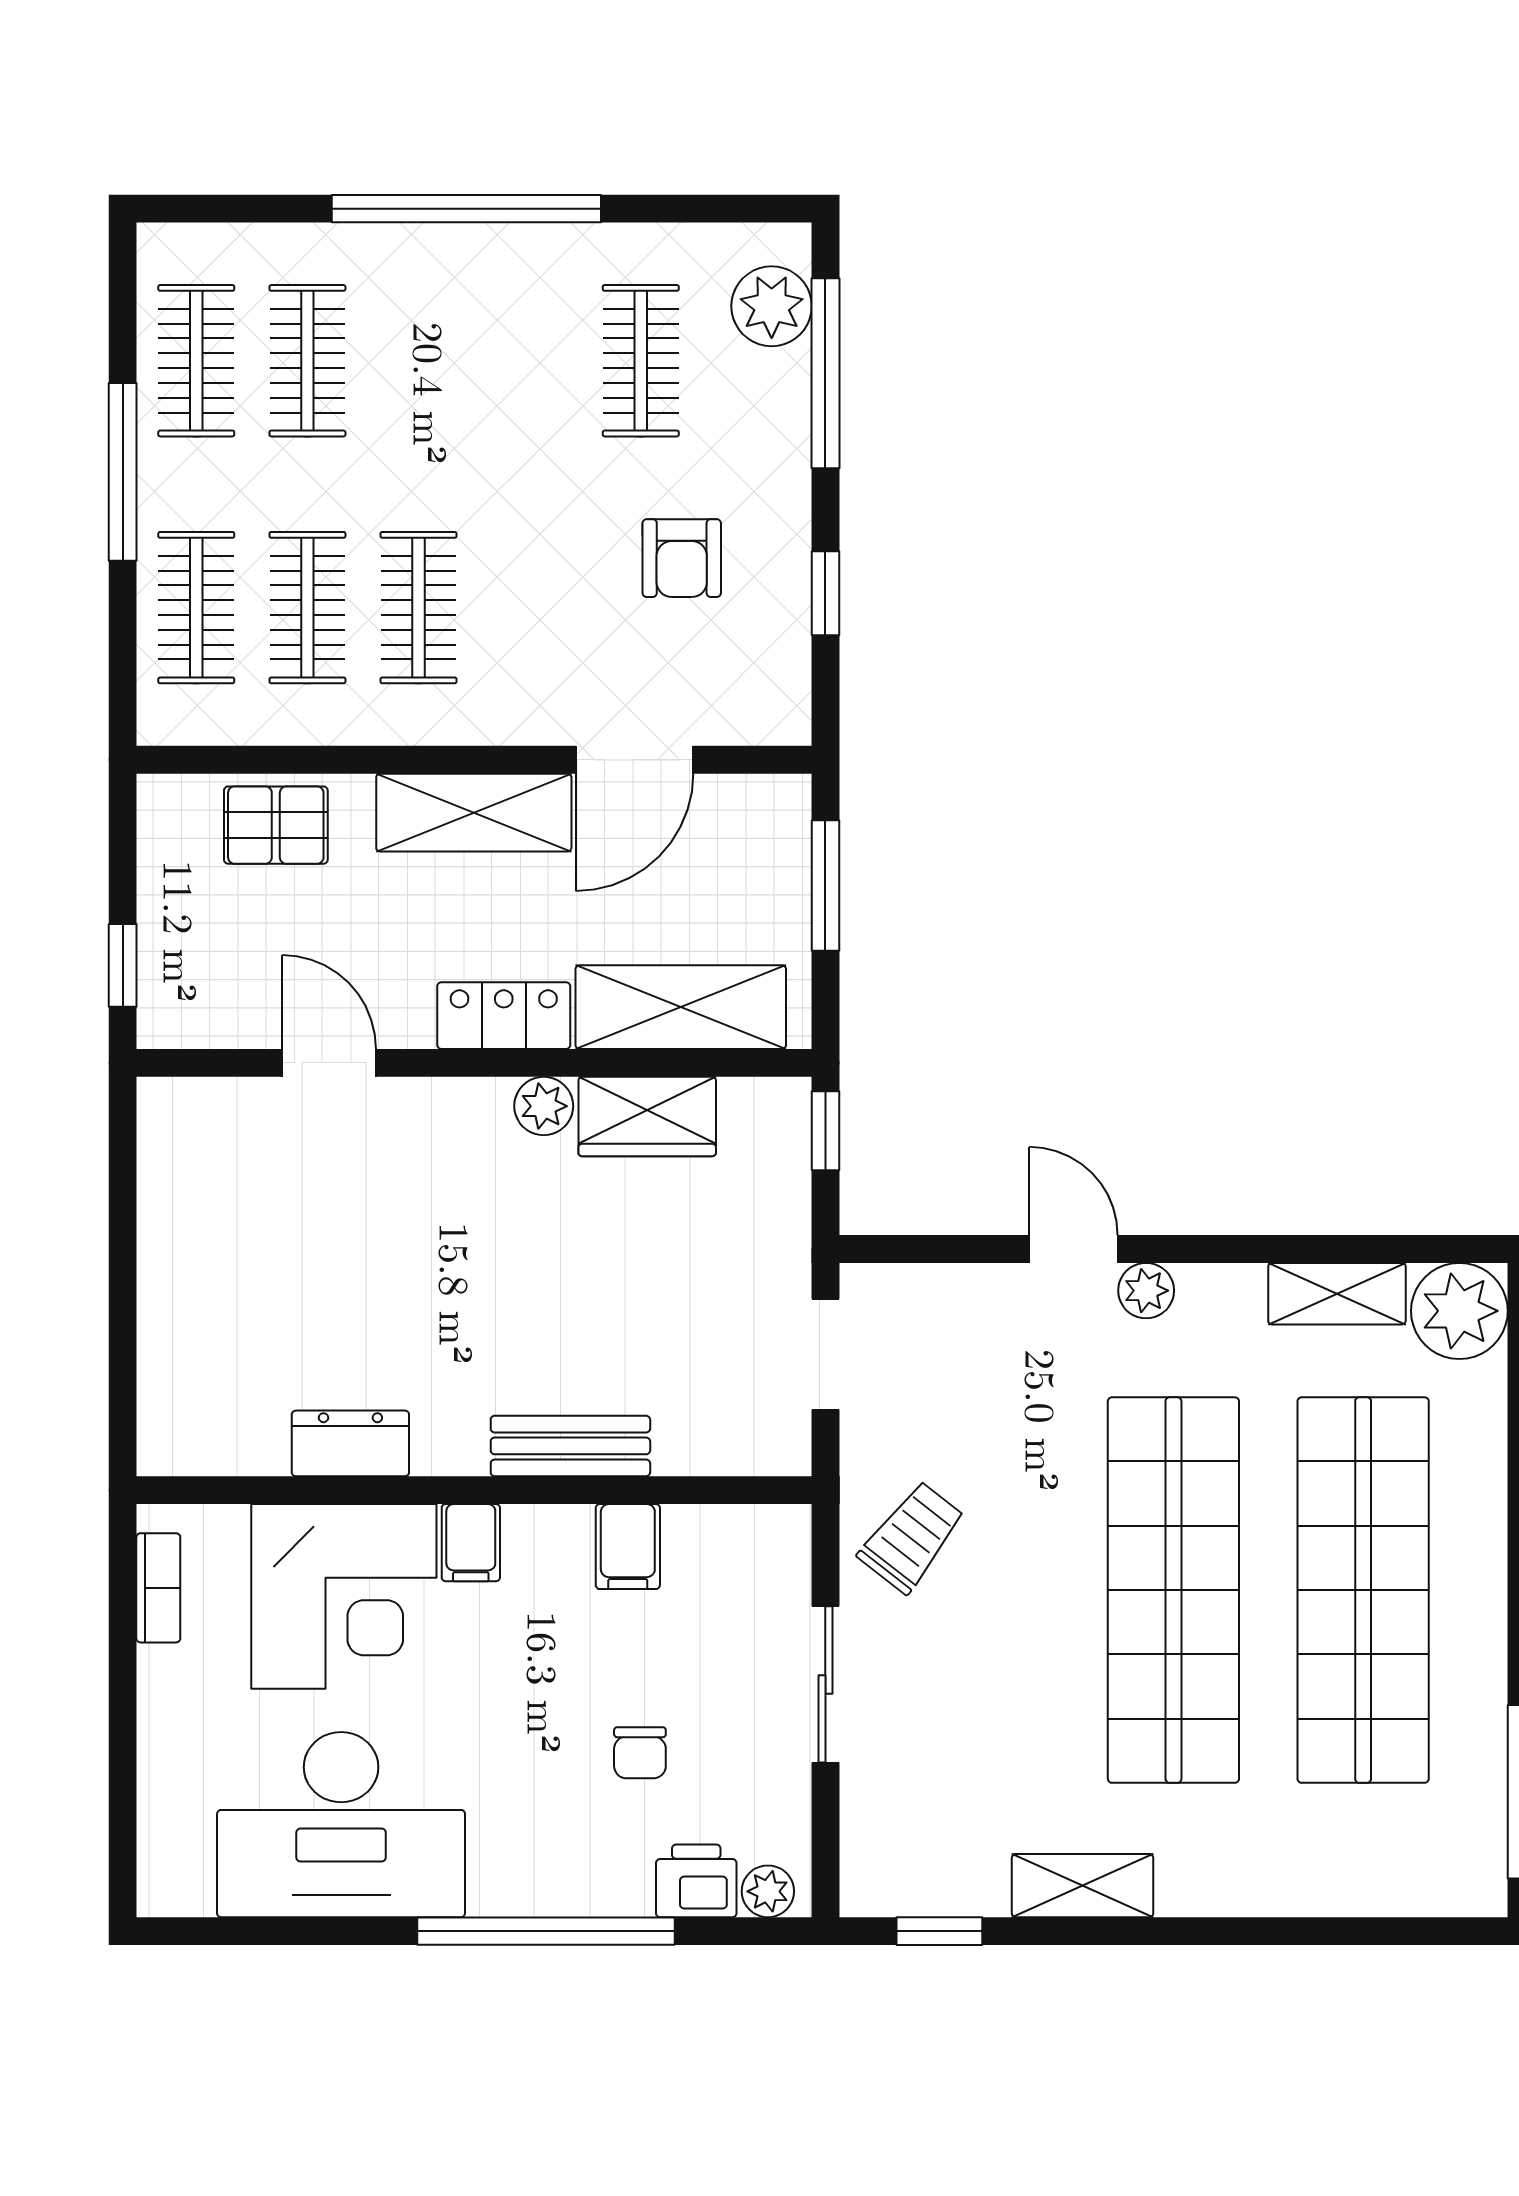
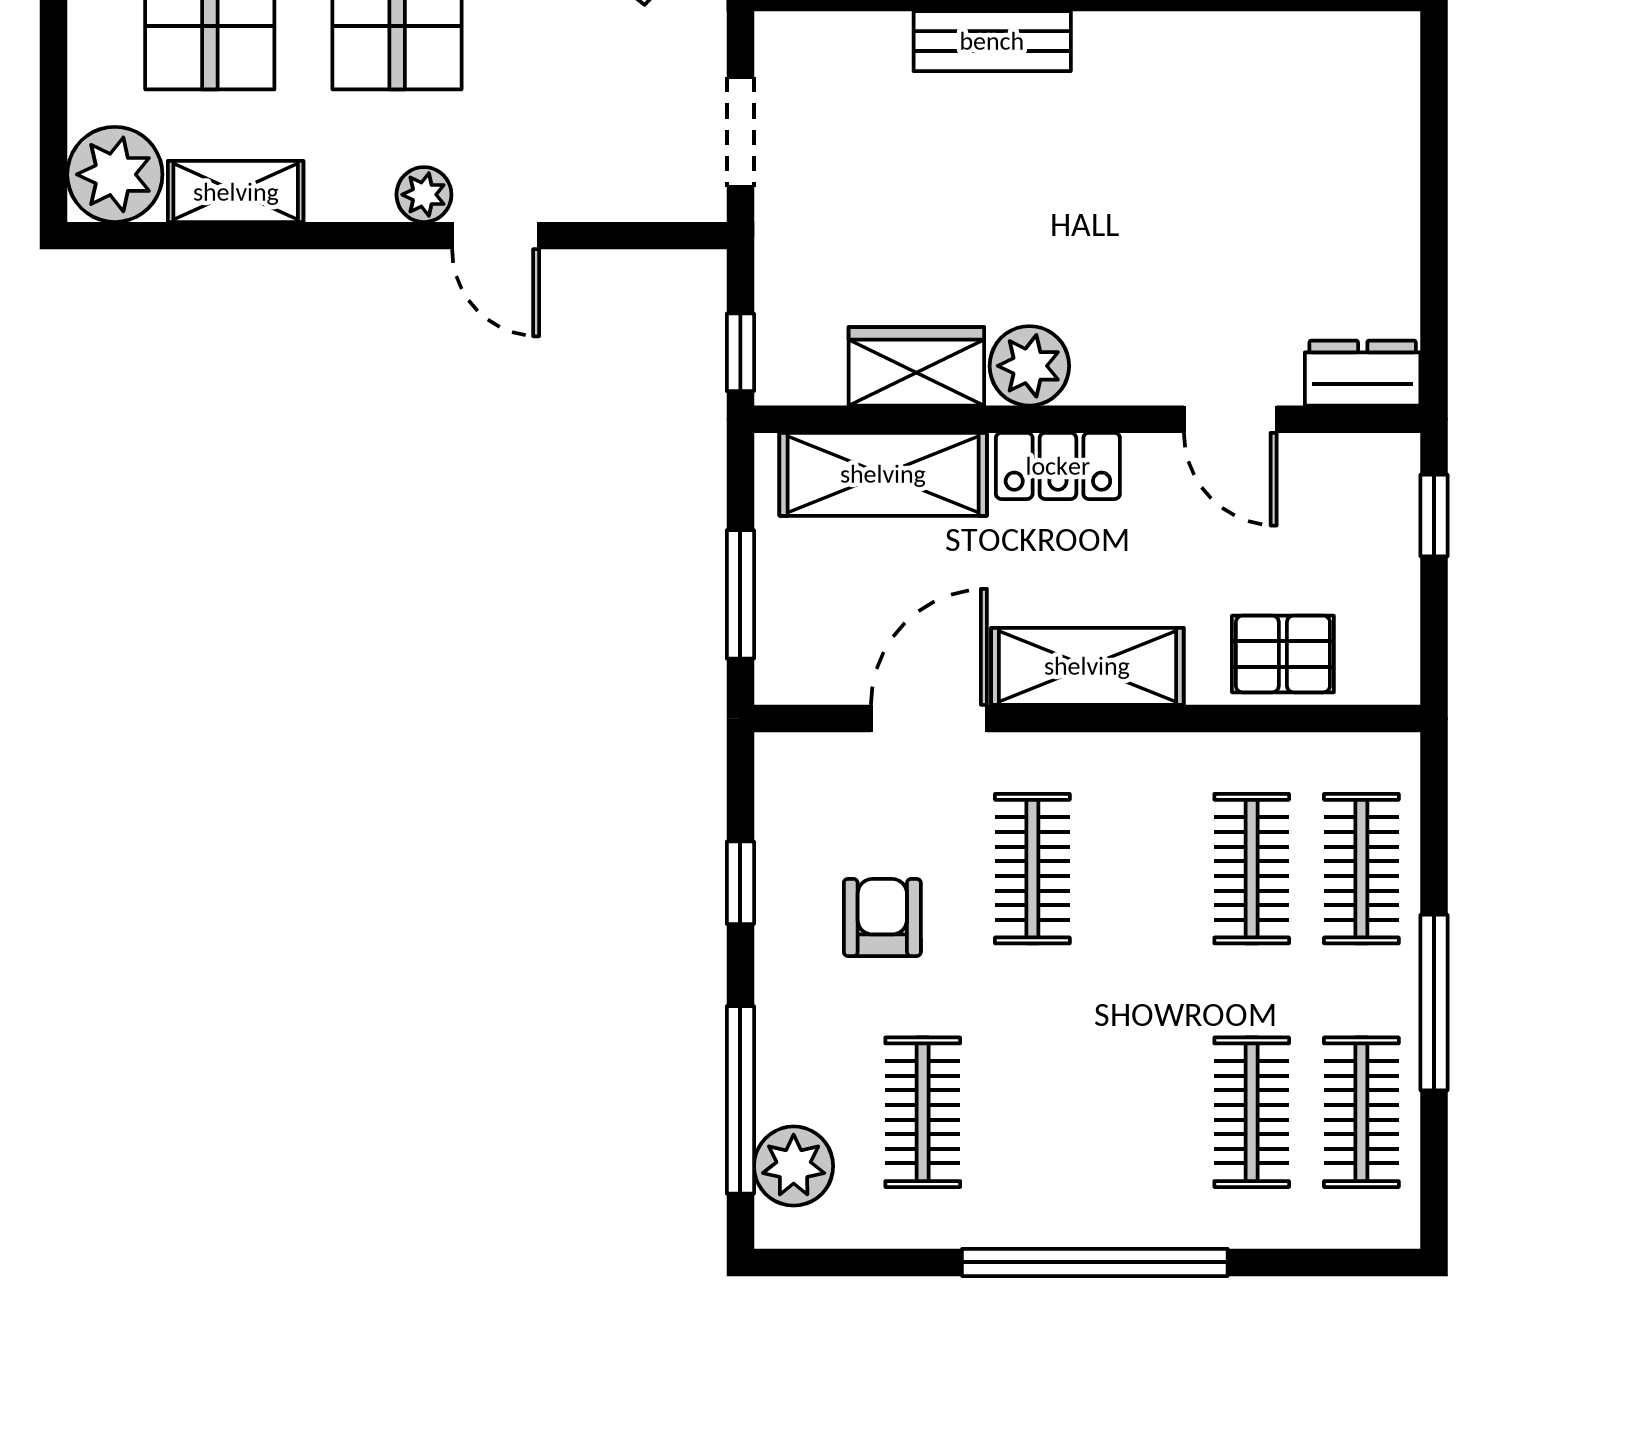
clothes rail: (419, 608) -> (1032, 869), moved
plant: (544, 1106) -> (1029, 366), width x1.38, depth x1.38
dresser: (350, 1443) -> (1363, 373), moved, turned 180

